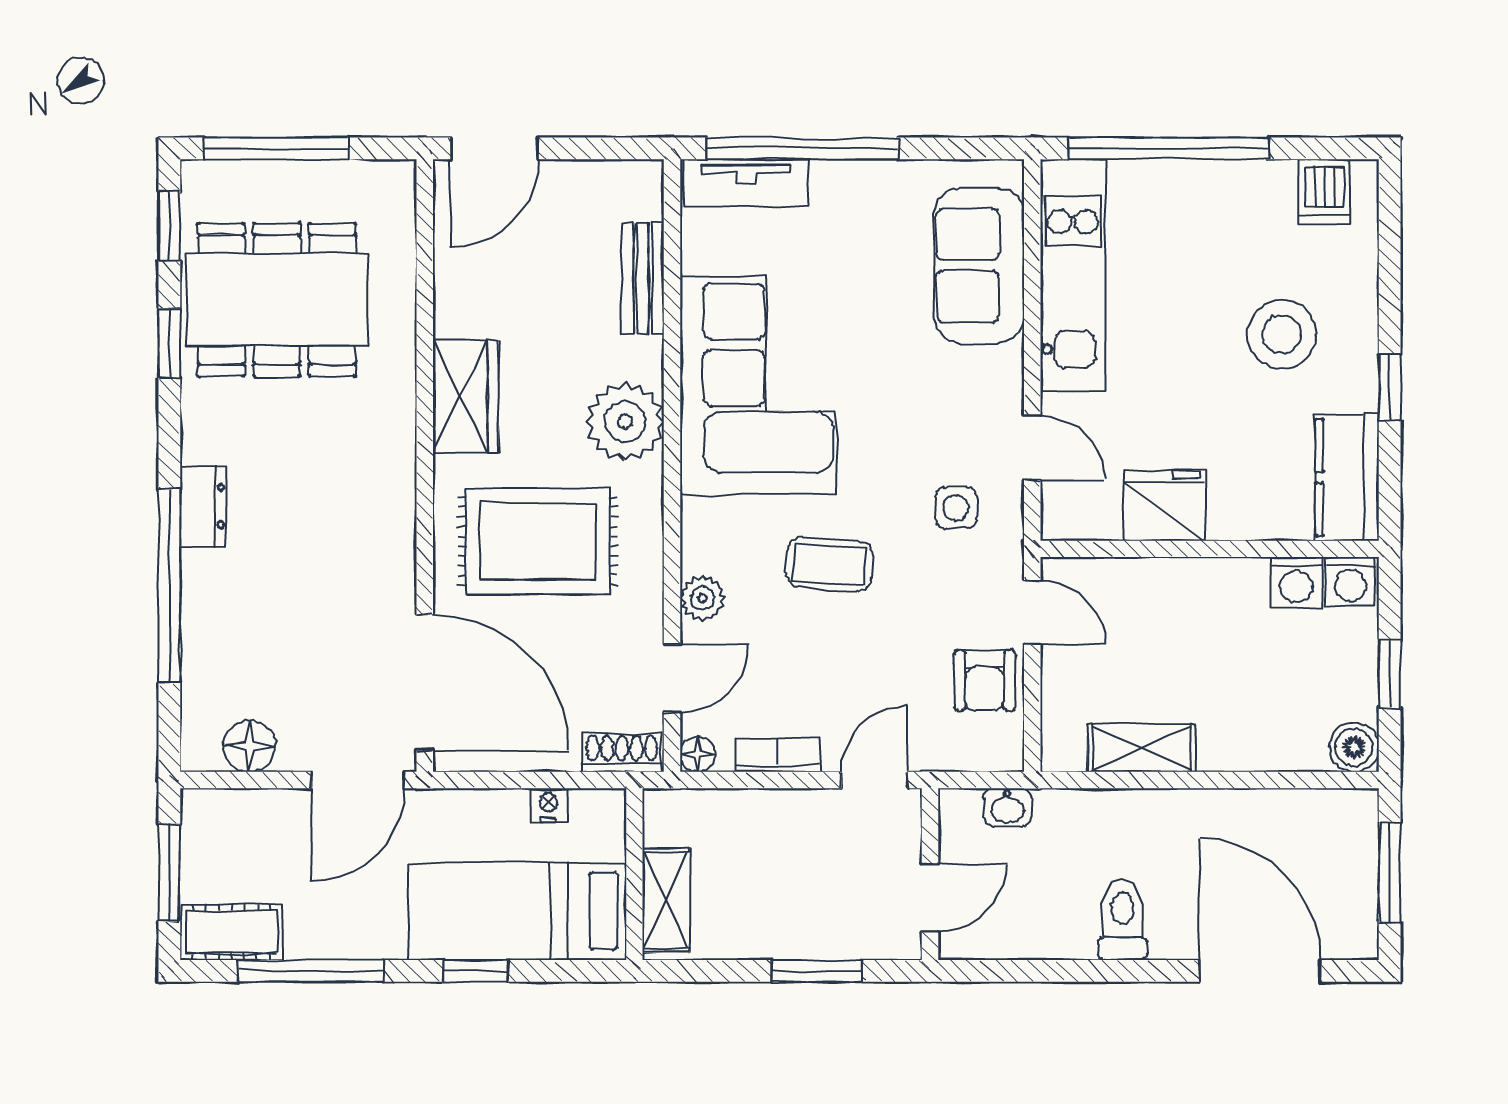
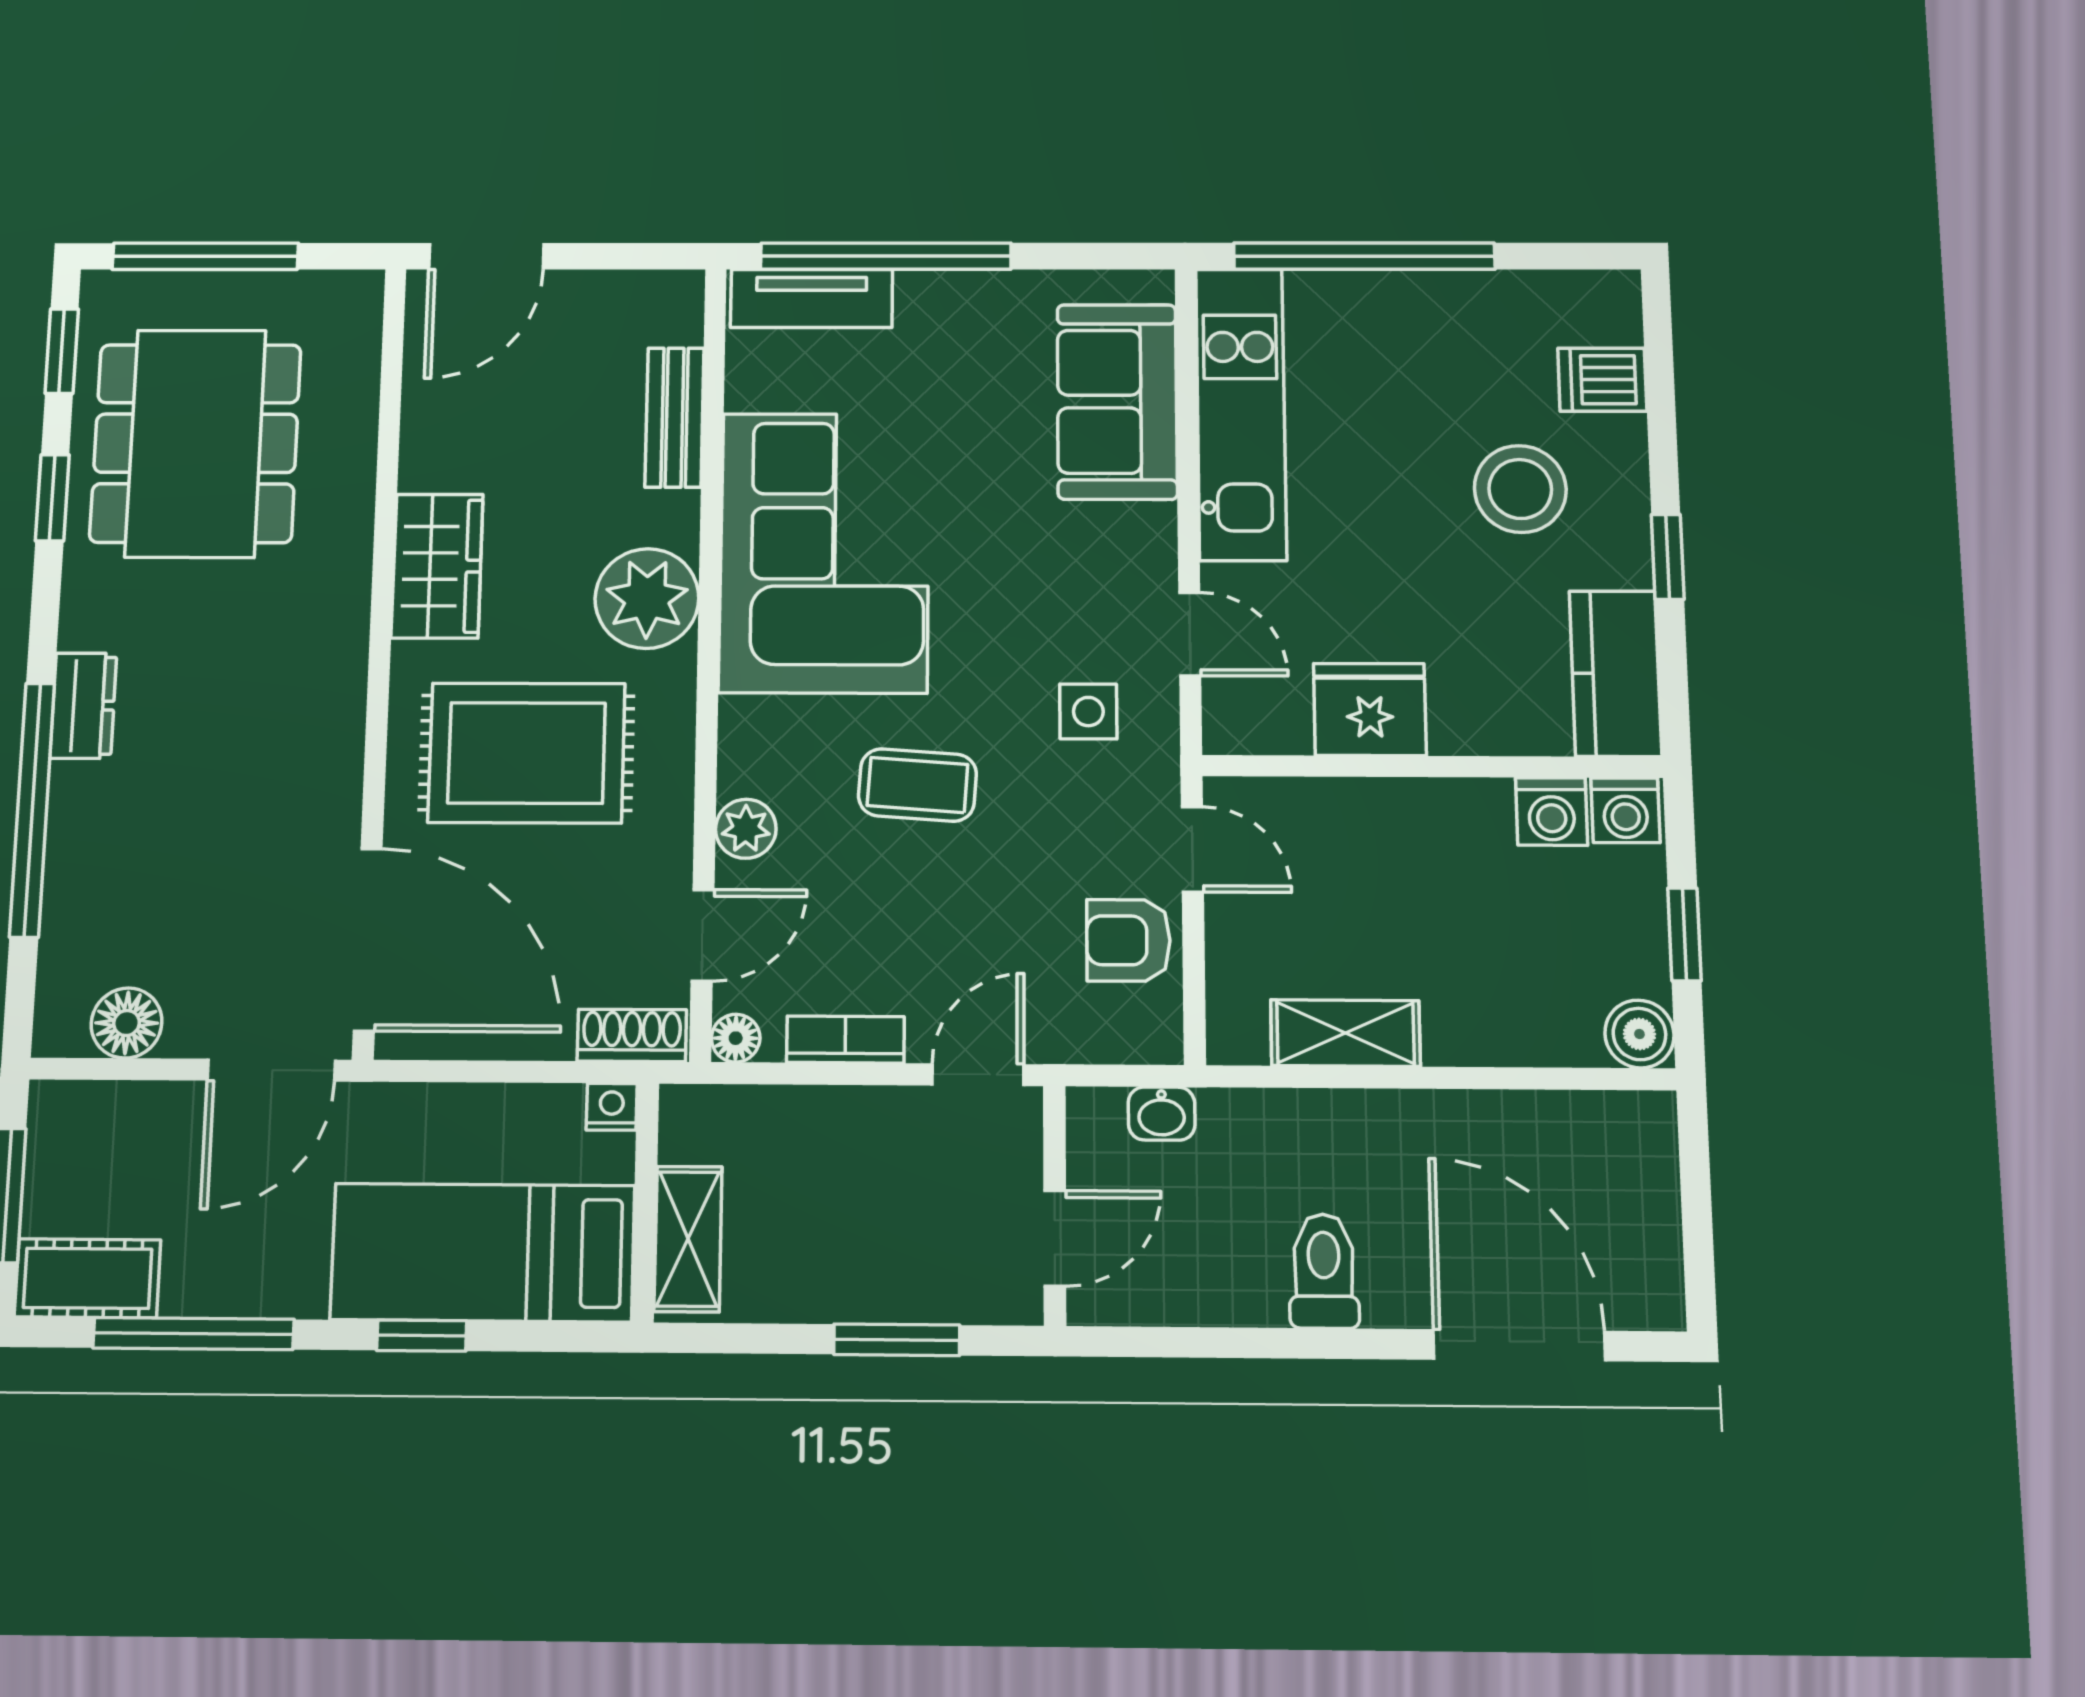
dishwasher: (1324, 192) -> (1602, 380), moved, turned 90
dining table: (277, 300) -> (196, 443), turned 90
armchair: (985, 680) -> (1128, 940), turned 90
nightstand: (549, 805) -> (612, 1107), moved
window: (1390, 873) -> (1697, 1208), removed

